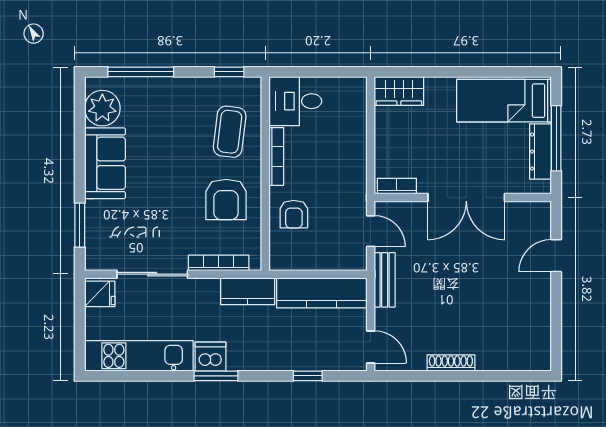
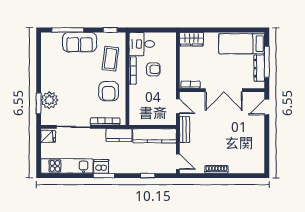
plant: (102, 108) -> (49, 100), moved
sofa: (105, 163) -> (80, 42), moved, turned 90
armchair: (294, 214) -> (153, 69), moved, turned -90
door: (556, 256) -> (267, 107), moved

